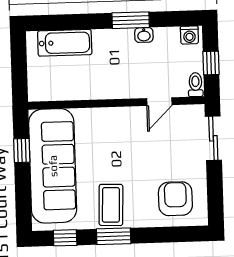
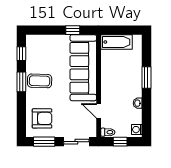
window: (131, 20) -> (146, 77), moved
bathtub: (65, 43) -> (117, 42), moved, turned -90
sofa: (53, 166) -> (83, 68), moved, turned 90
window: (215, 194) -> (44, 142), added

